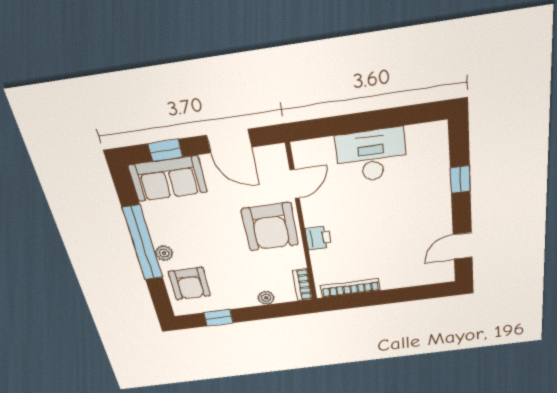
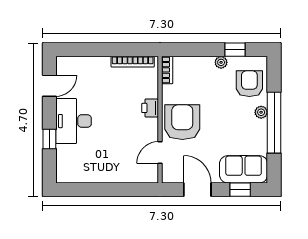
desk: (371, 156) -> (74, 121), moved, turned 90
plant: (266, 298) -> (221, 62), moved

